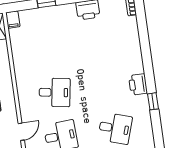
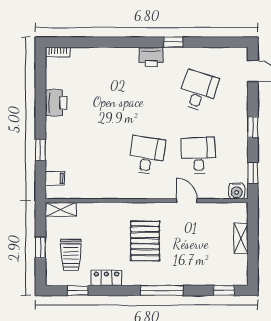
filing cabinet: (13, 20) -> (55, 178), moved

